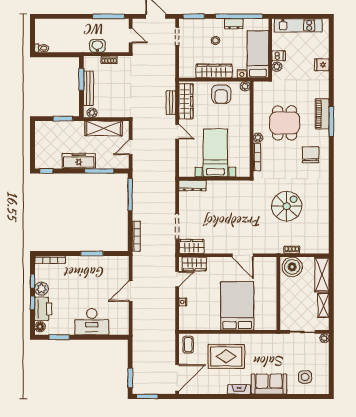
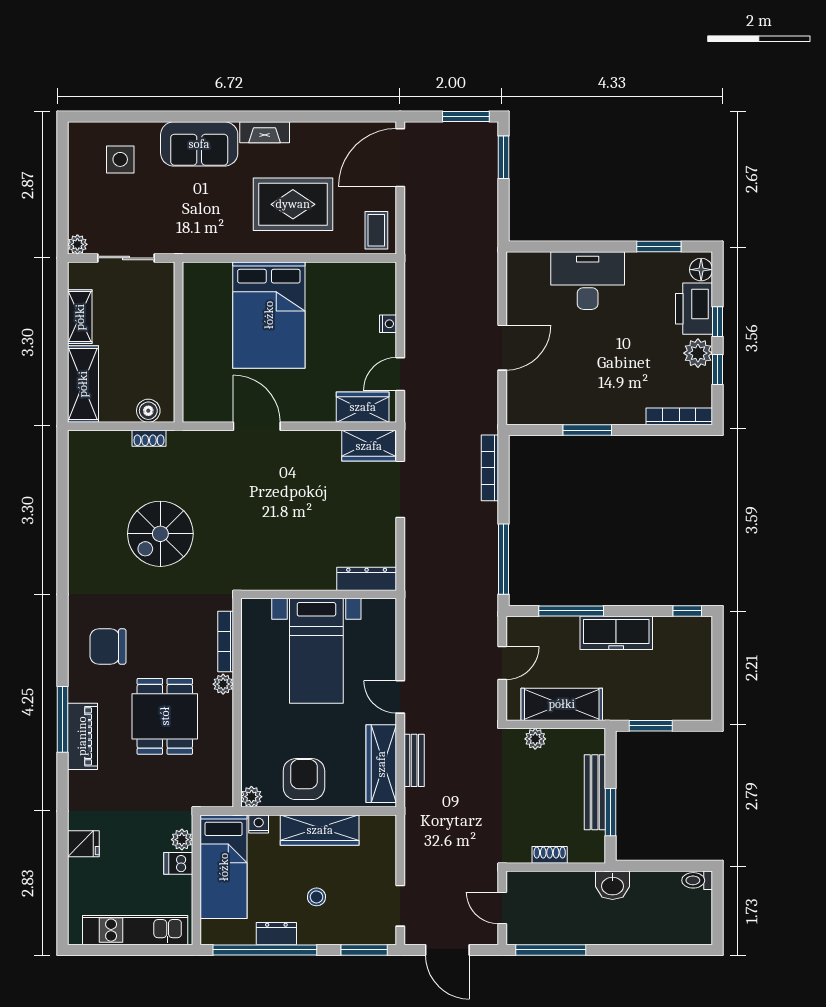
washbasin: (97, 46) -> (613, 885), moved
plant: (92, 113) -> (535, 739), moved
chair: (311, 155) -> (108, 647), turned 90
boiler: (292, 267) -> (148, 411), width x0.54, depth x0.54

